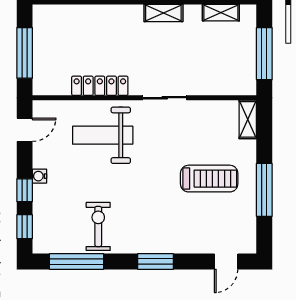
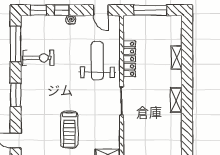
shelving: (221, 13) -> (177, 58), moved

